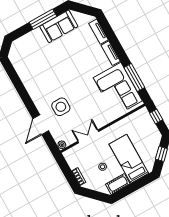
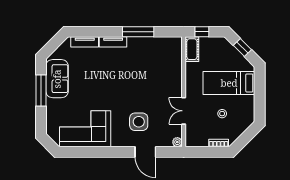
window: (134, 78) -> (138, 32), moved
corner sofa: (118, 89) -> (85, 129), moved, turned 180
cot: (118, 184) -> (192, 49), moved

